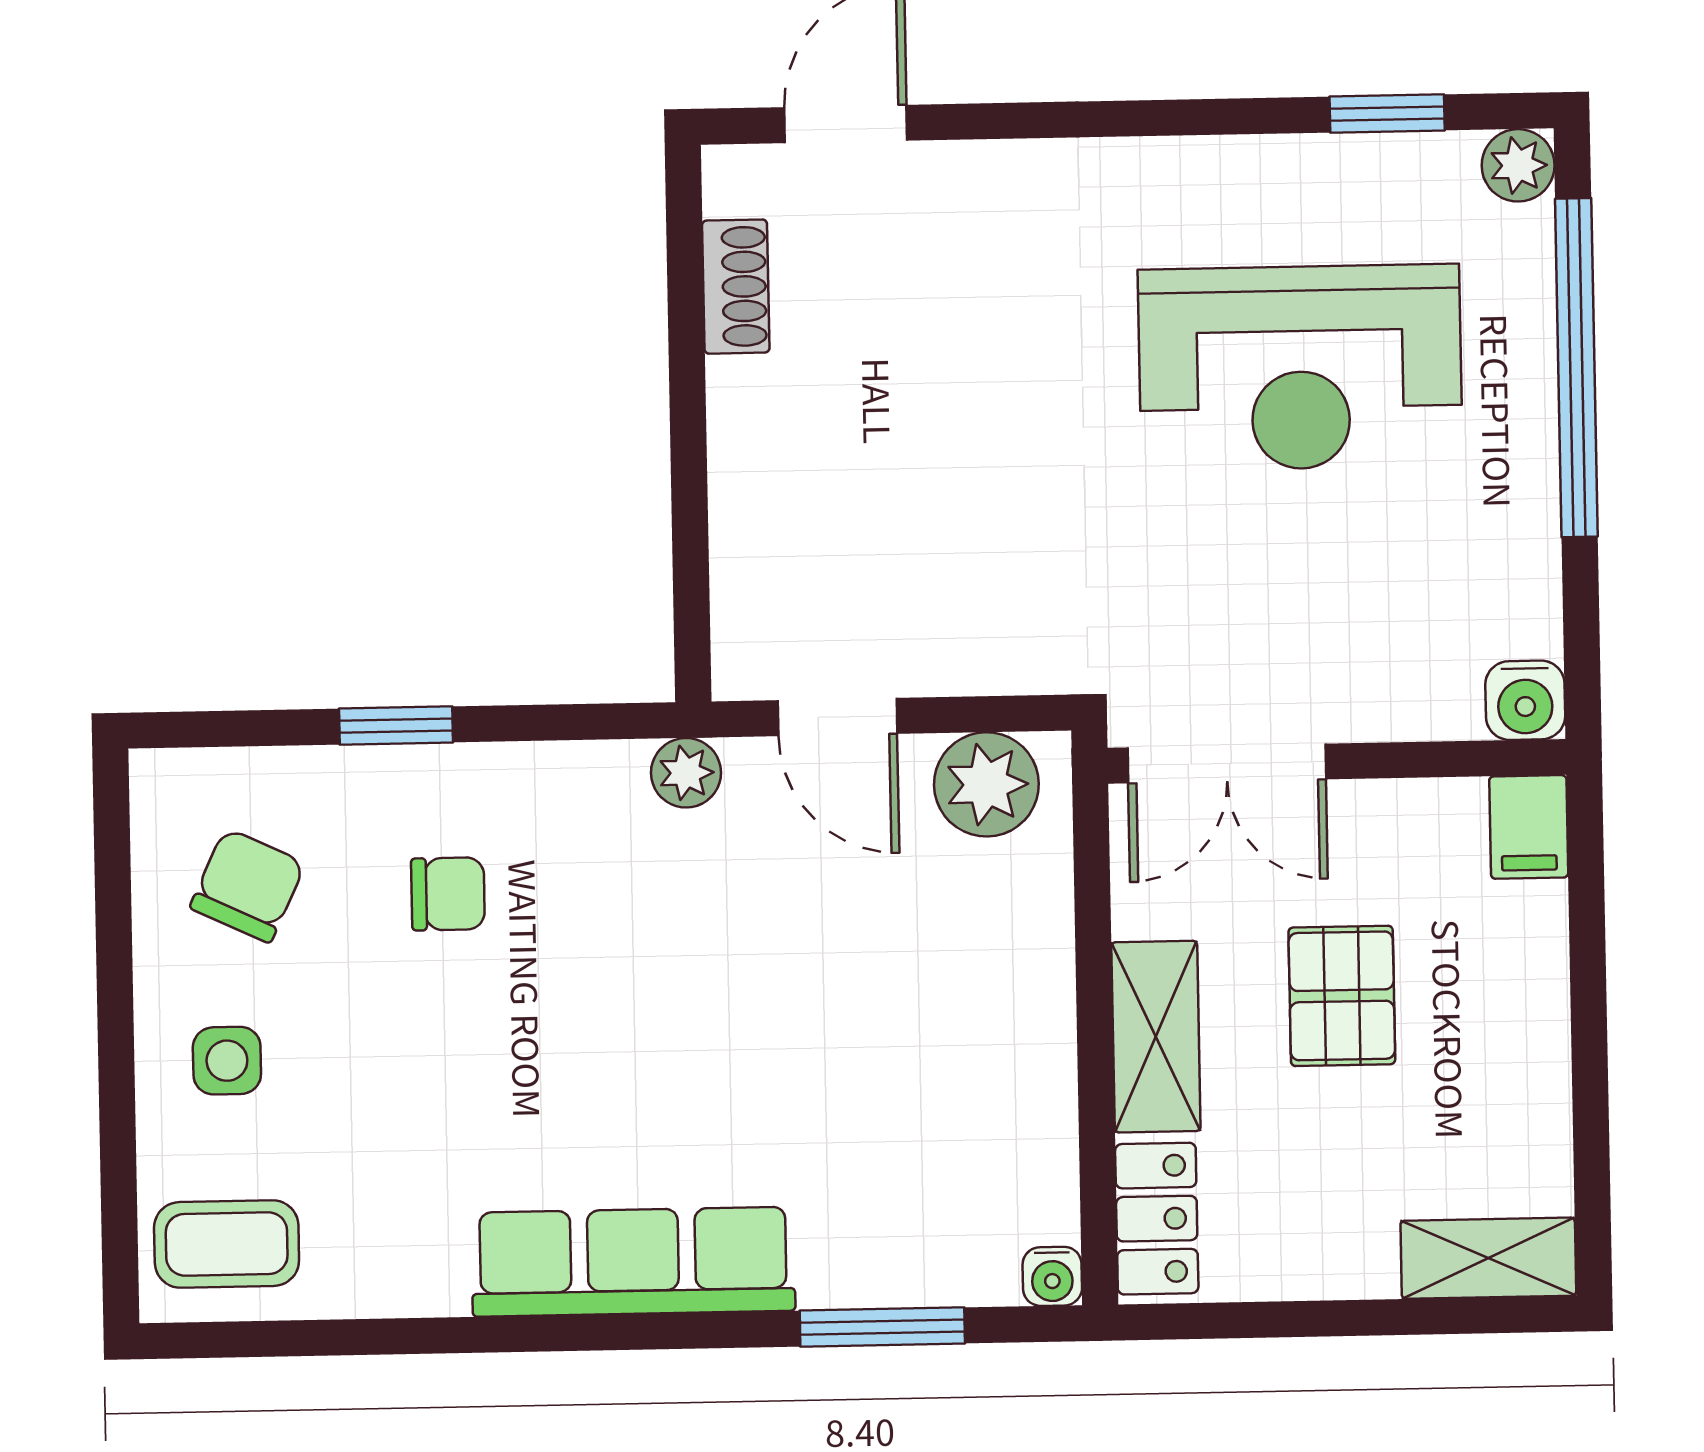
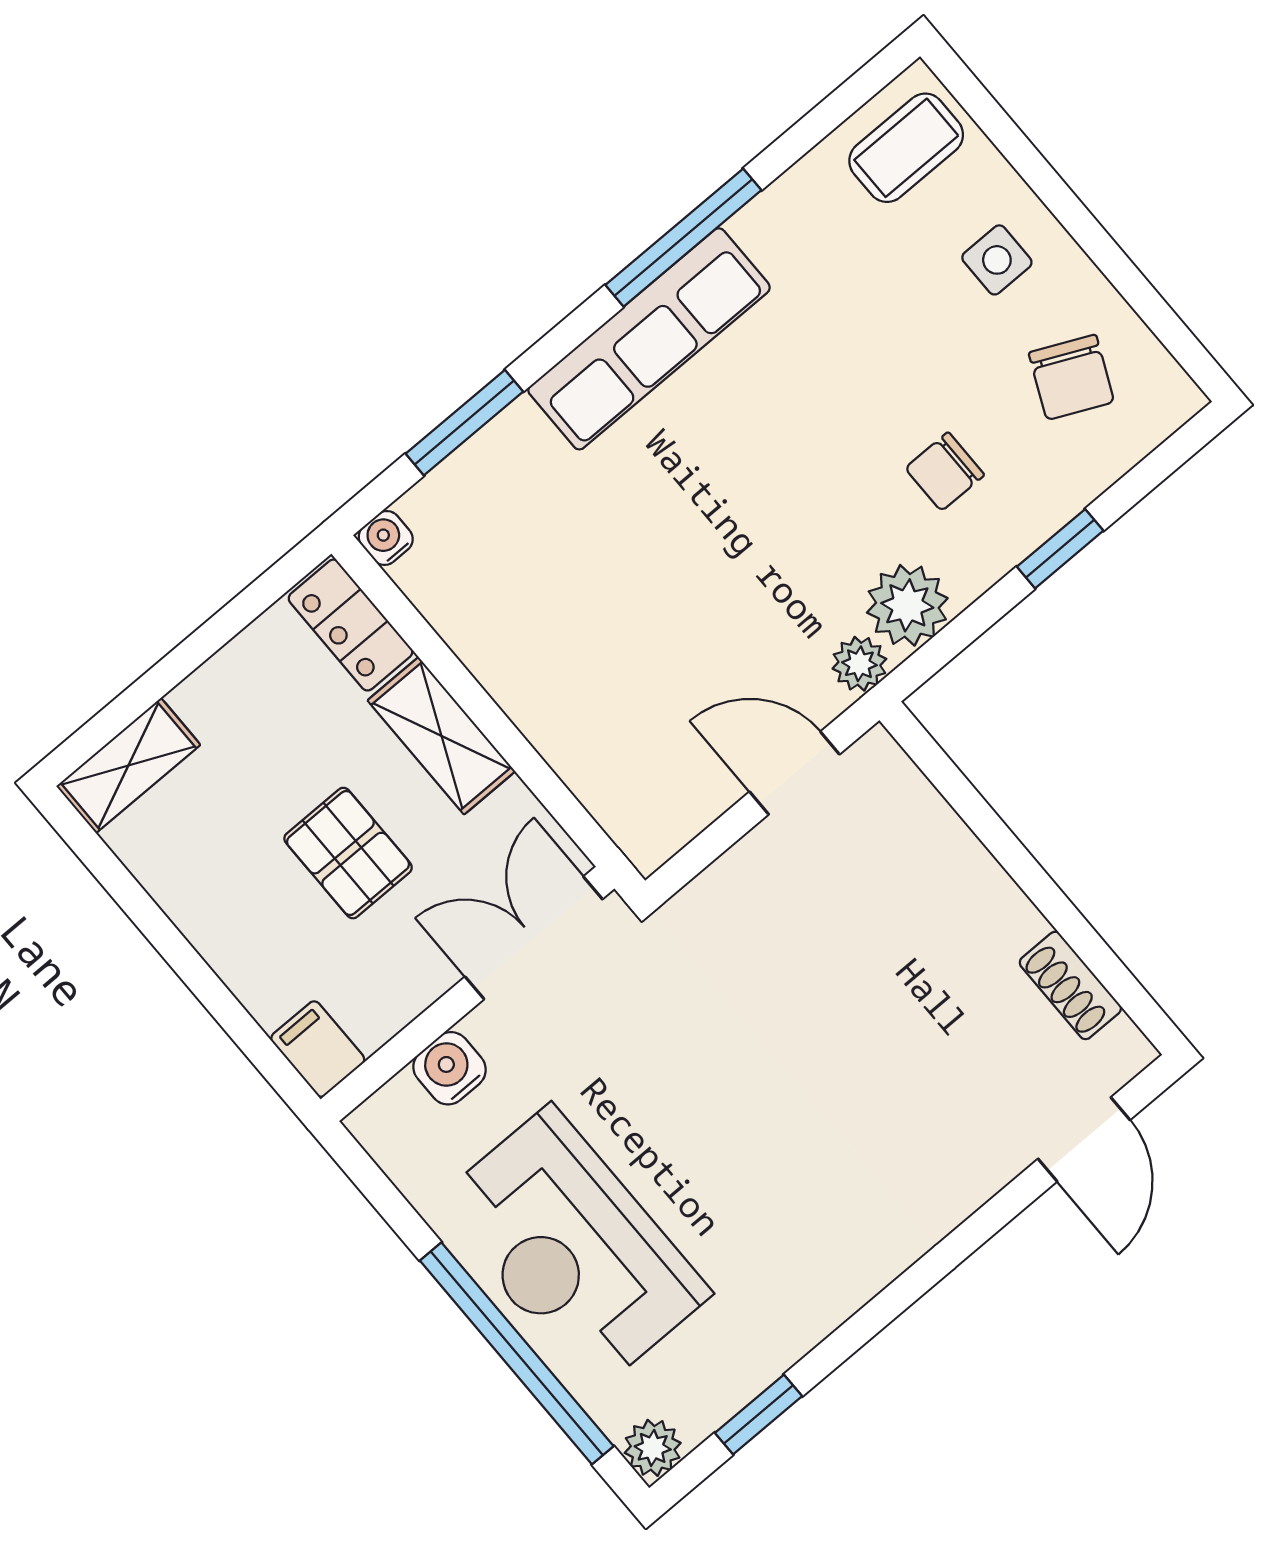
reception desk: (1300, 368) -> (572, 1248), moved, turned -90
water cooler: (1525, 700) -> (450, 1068), moved
plant: (986, 784) -> (907, 605), moved
window: (518, 1334) -> (683, 238), added

